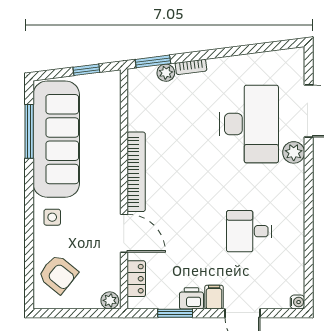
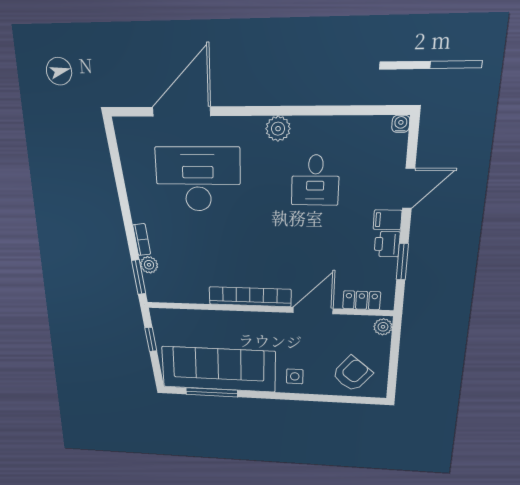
plant: (294, 152) -> (278, 129), moved

